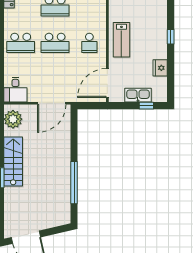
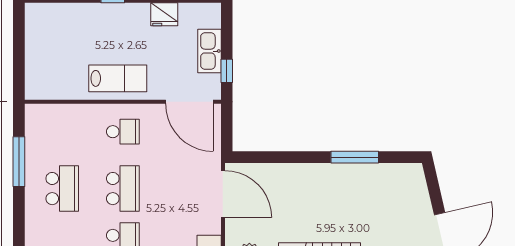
window: (146, 106) -> (227, 71), moved
window: (74, 183) -> (355, 157), width x0.68

